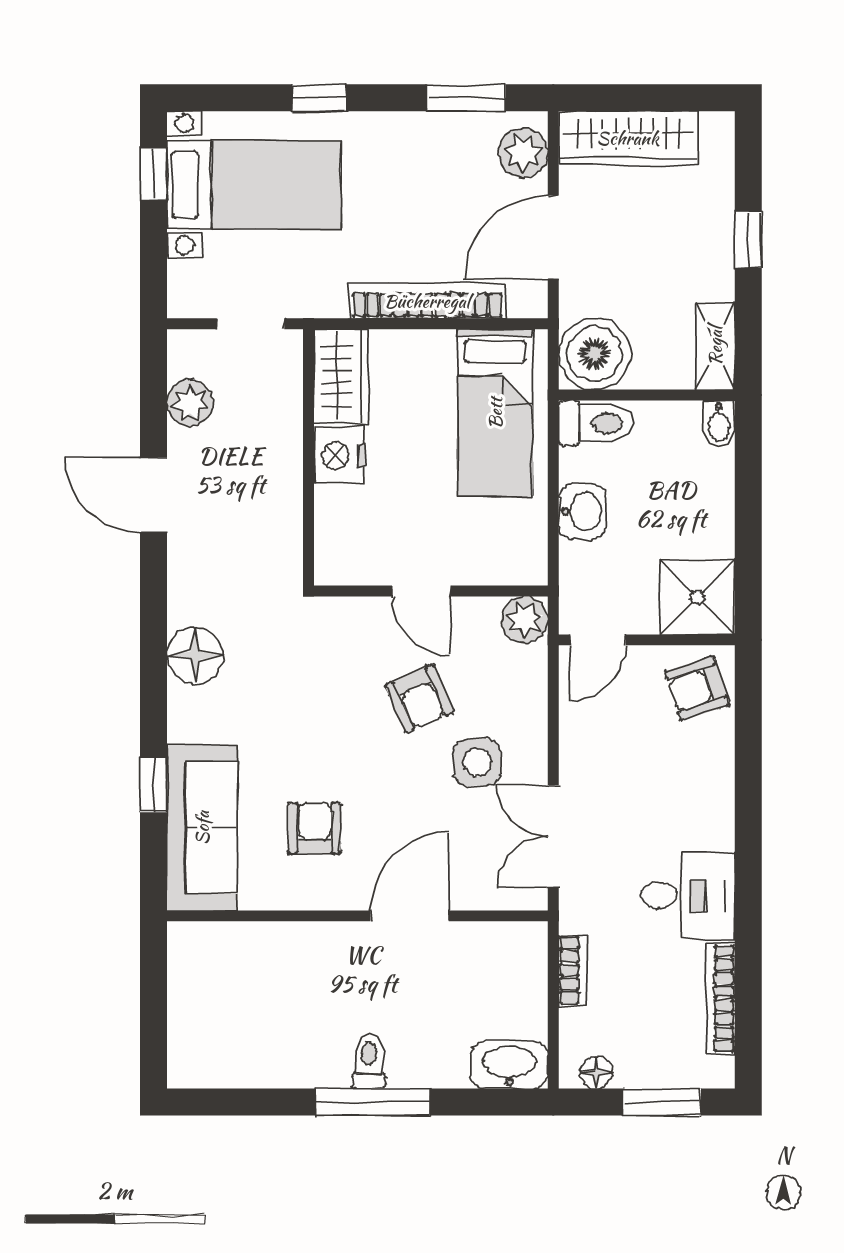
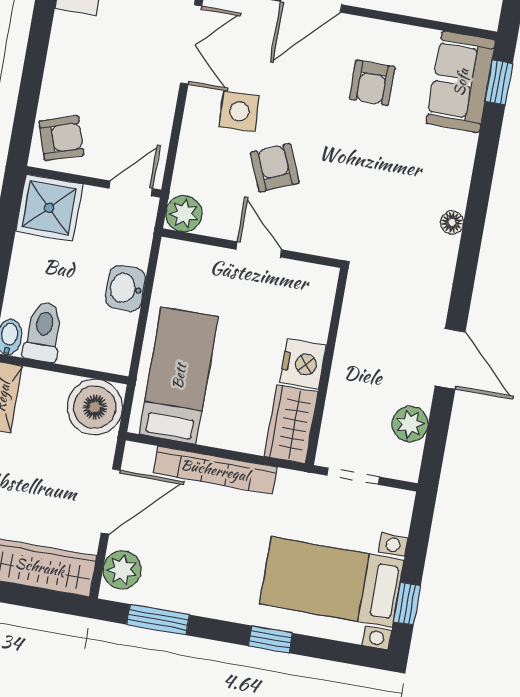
toilet: (596, 423) -> (43, 332), moved, turned 90
floor lamp: (195, 656) -> (452, 222), width x0.53, depth x0.53
window: (154, 785) -> (499, 82), moved
sofa: (202, 828) -> (461, 82), width x0.73

